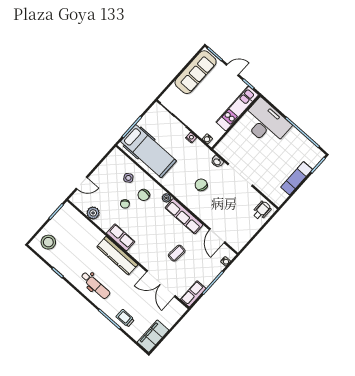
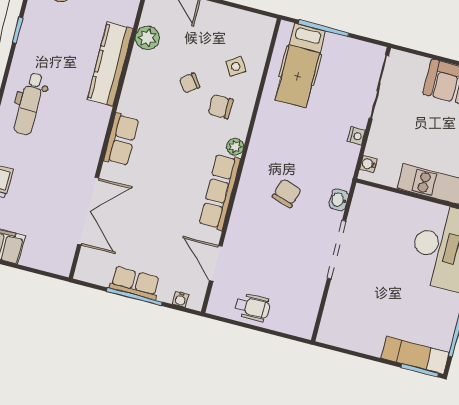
hospital bed: (148, 151) -> (300, 66), width x0.73, depth x0.78
exam couch: (297, 178) -> (415, 355), moved
wheelchair: (262, 210) -> (252, 307), moved
door: (217, 236) -> (216, 263), hinge flipped
row of seats: (121, 237) -> (121, 140), moved
coffee table: (177, 253) -> (152, 211), removed
kitchen counter: (117, 256) -> (110, 64), moved
double door: (161, 284) -> (88, 211), swing flipped
row of seats: (193, 294) -> (135, 283), moved

